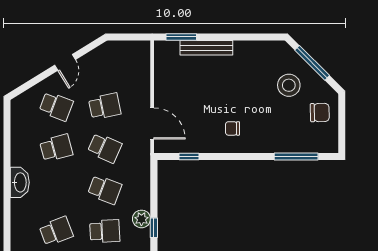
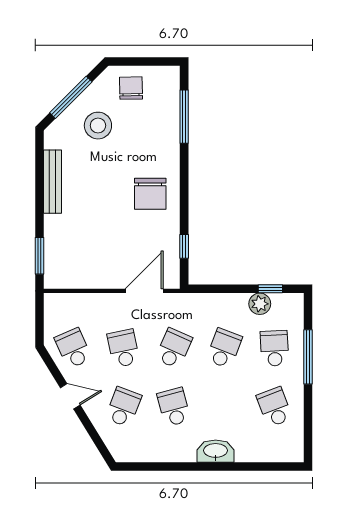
bench: (206, 48) -> (53, 182), moved
school desk: (105, 65) -> (73, 348), added
chair: (232, 128) -> (150, 194), width x1.87, depth x1.87

